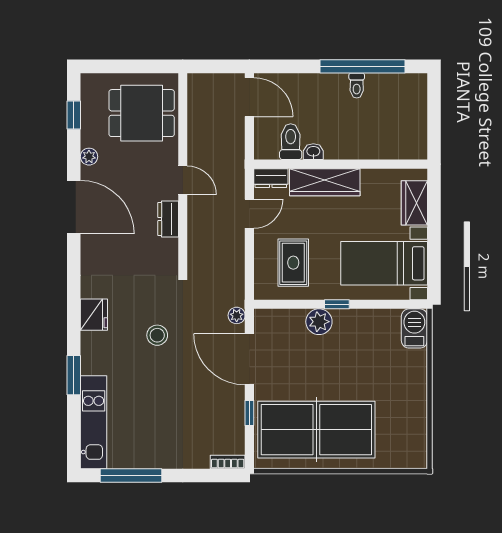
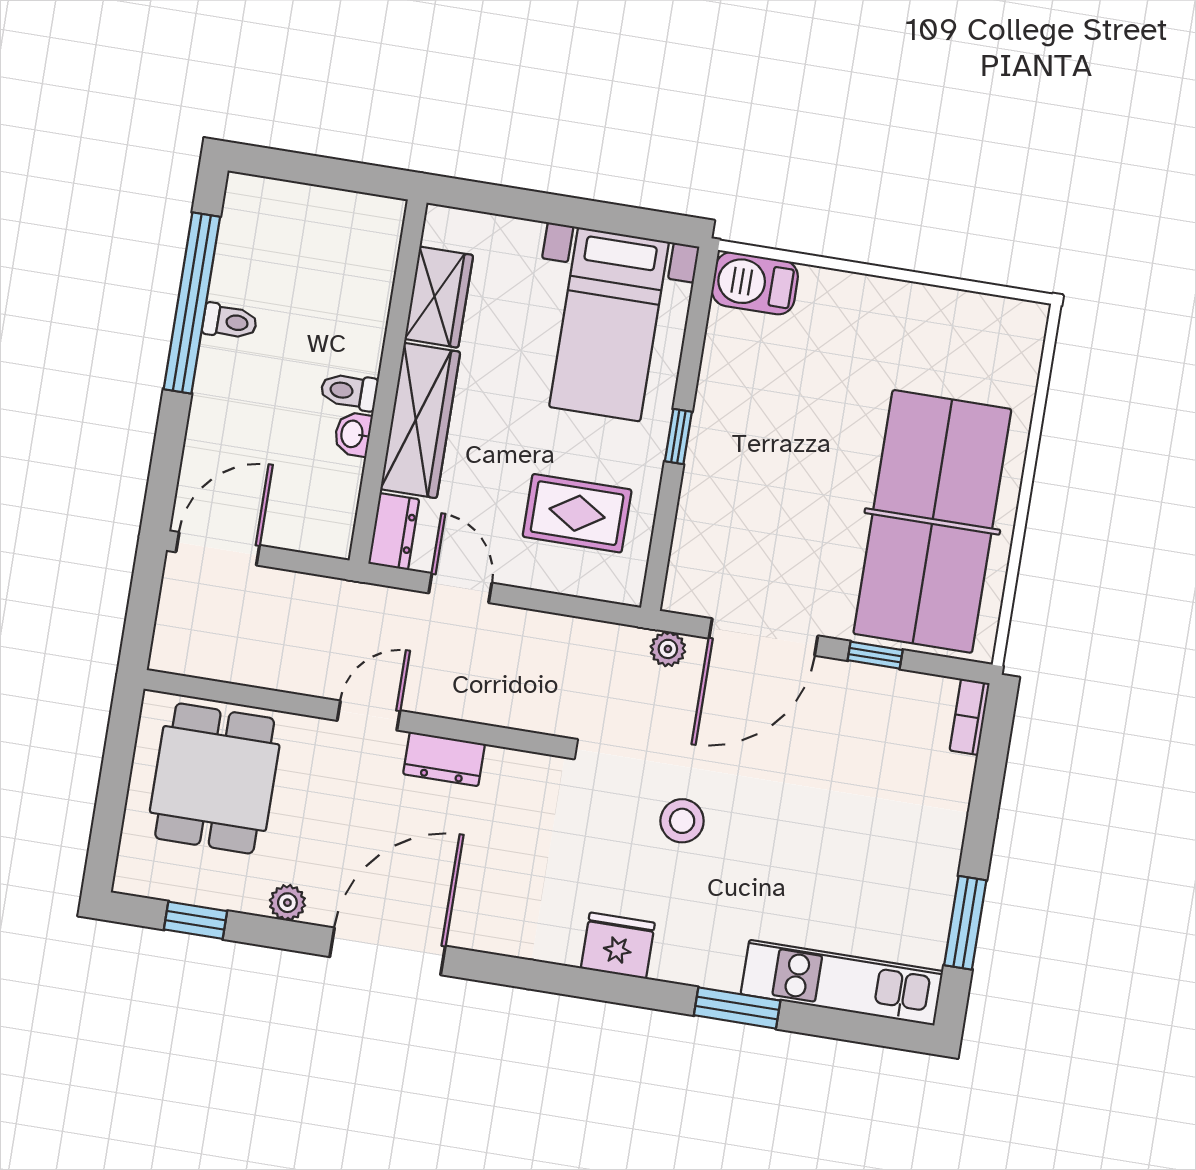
toilet: (291, 142) -> (349, 391), moved, width x0.73, depth x0.72
wardrobe: (414, 203) -> (439, 297), moved, turned -90
plant: (319, 322) -> (709, 480), removed
window: (131, 475) -> (965, 923), width x0.69

